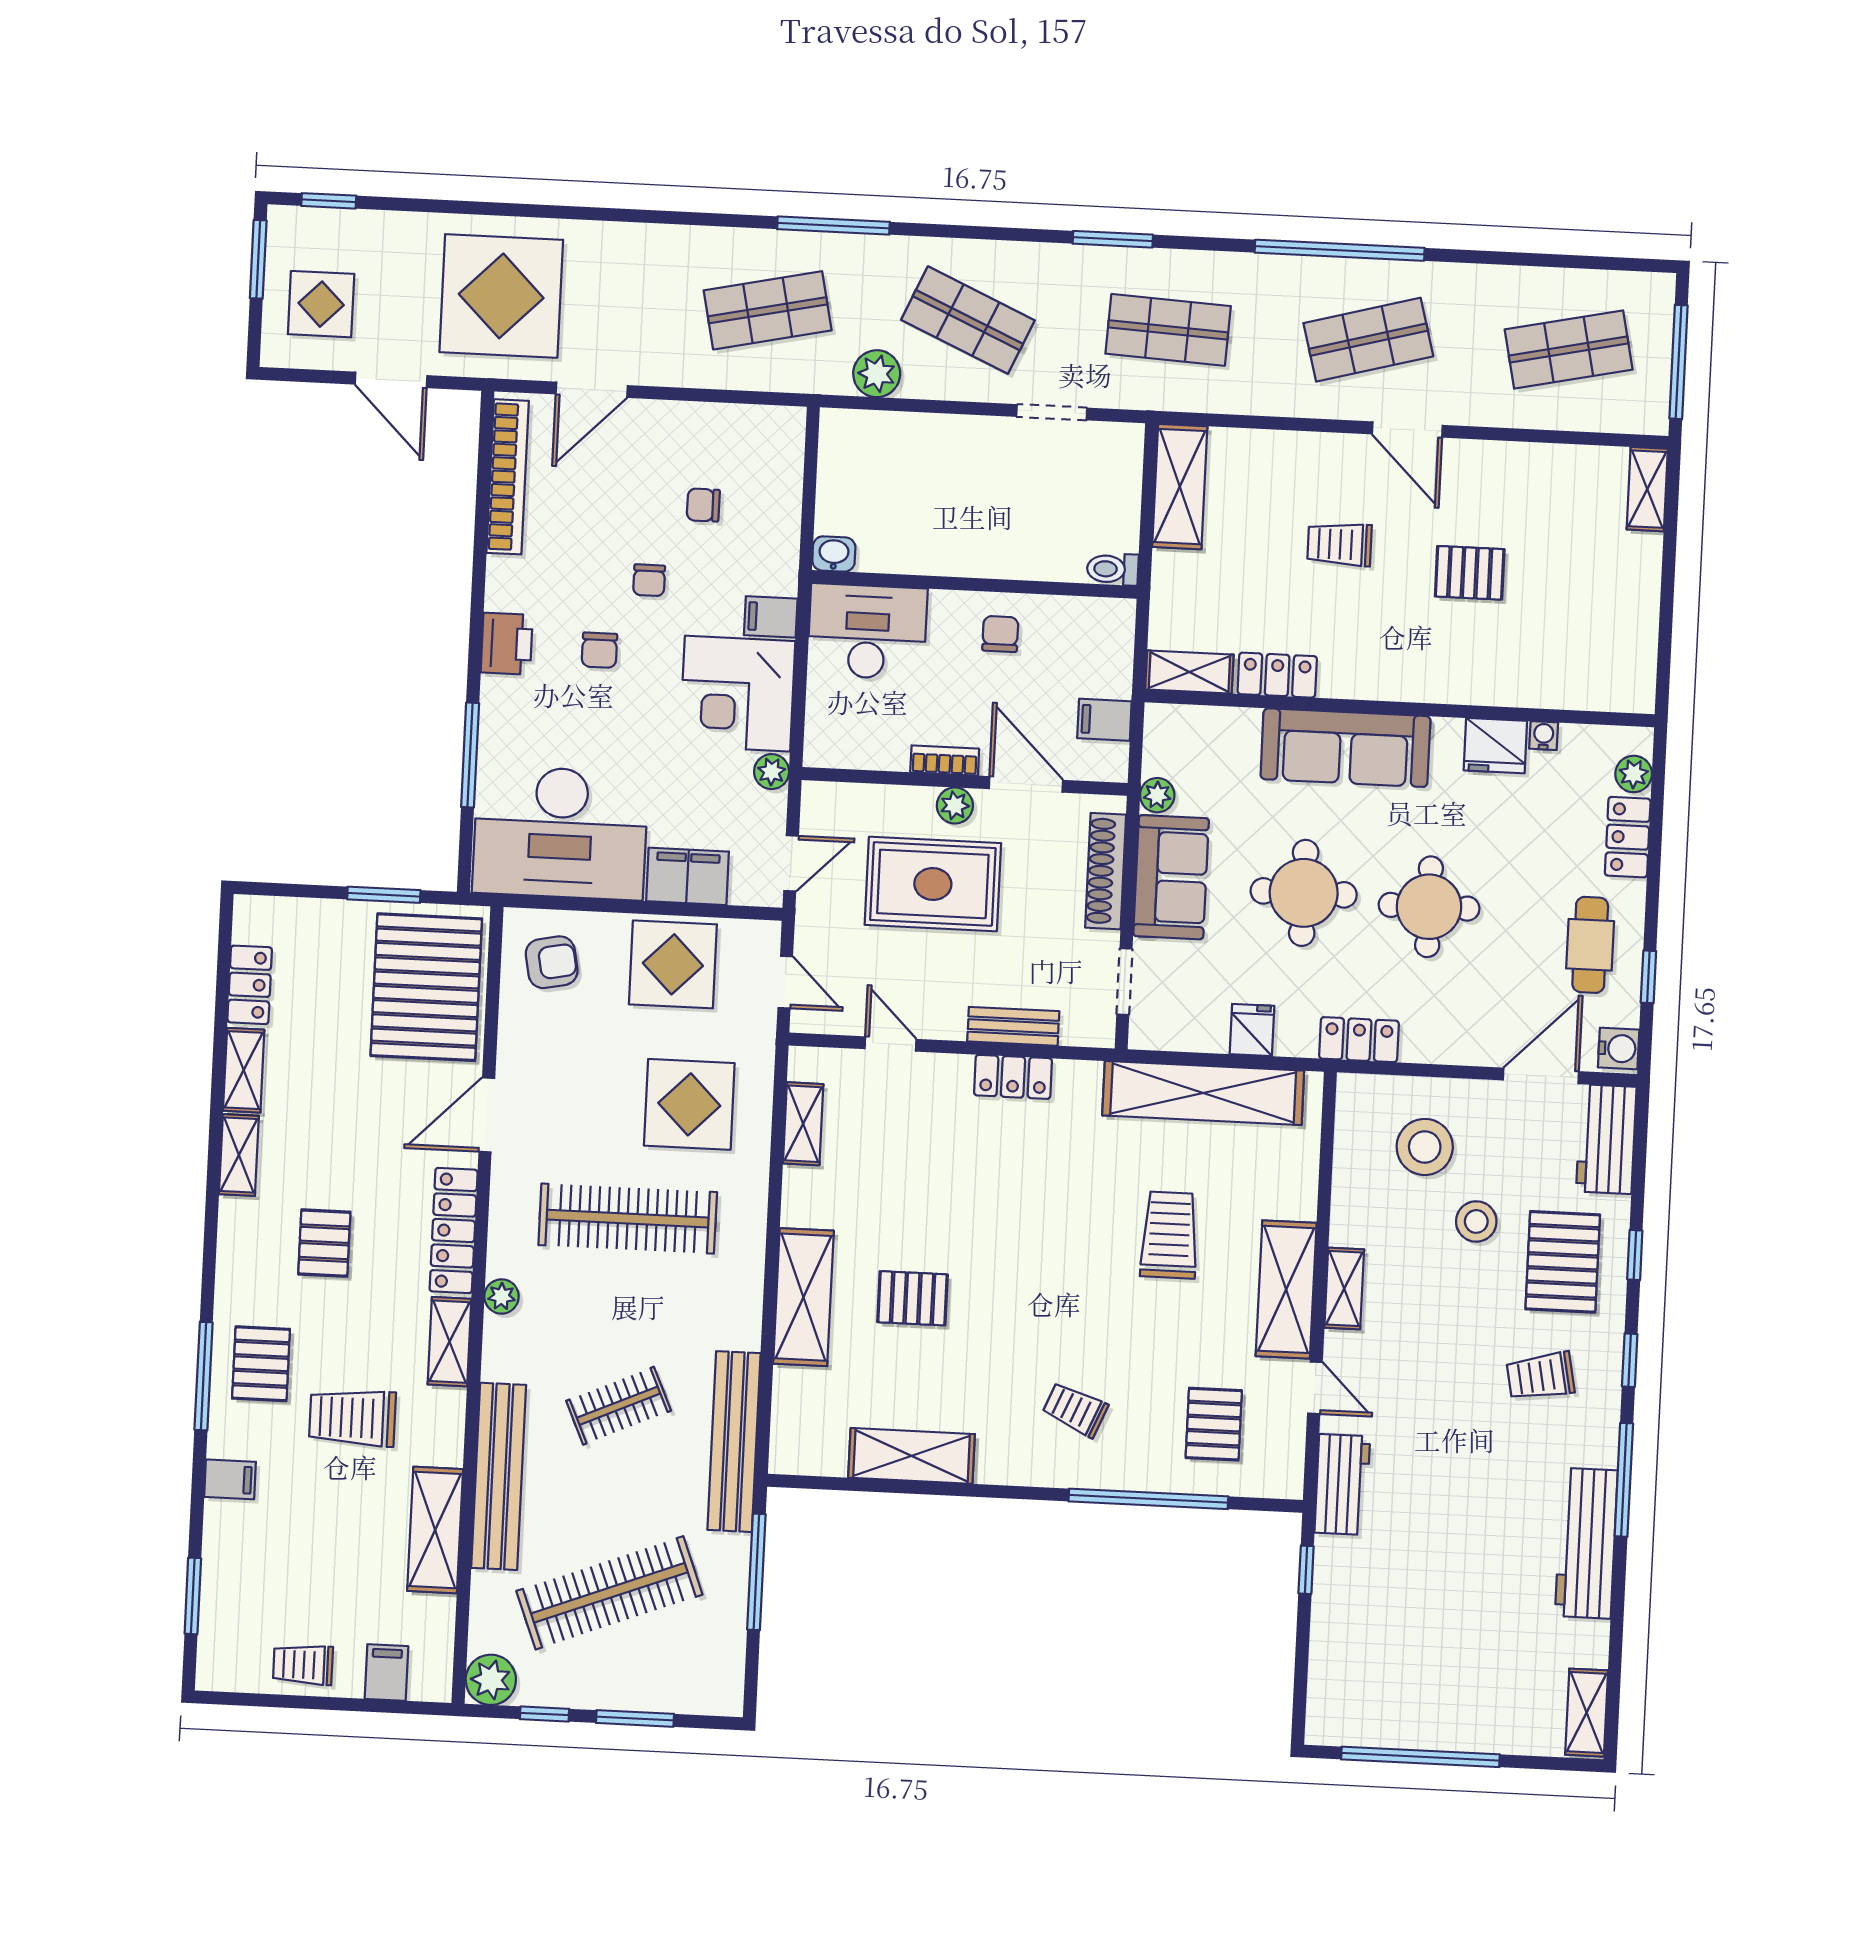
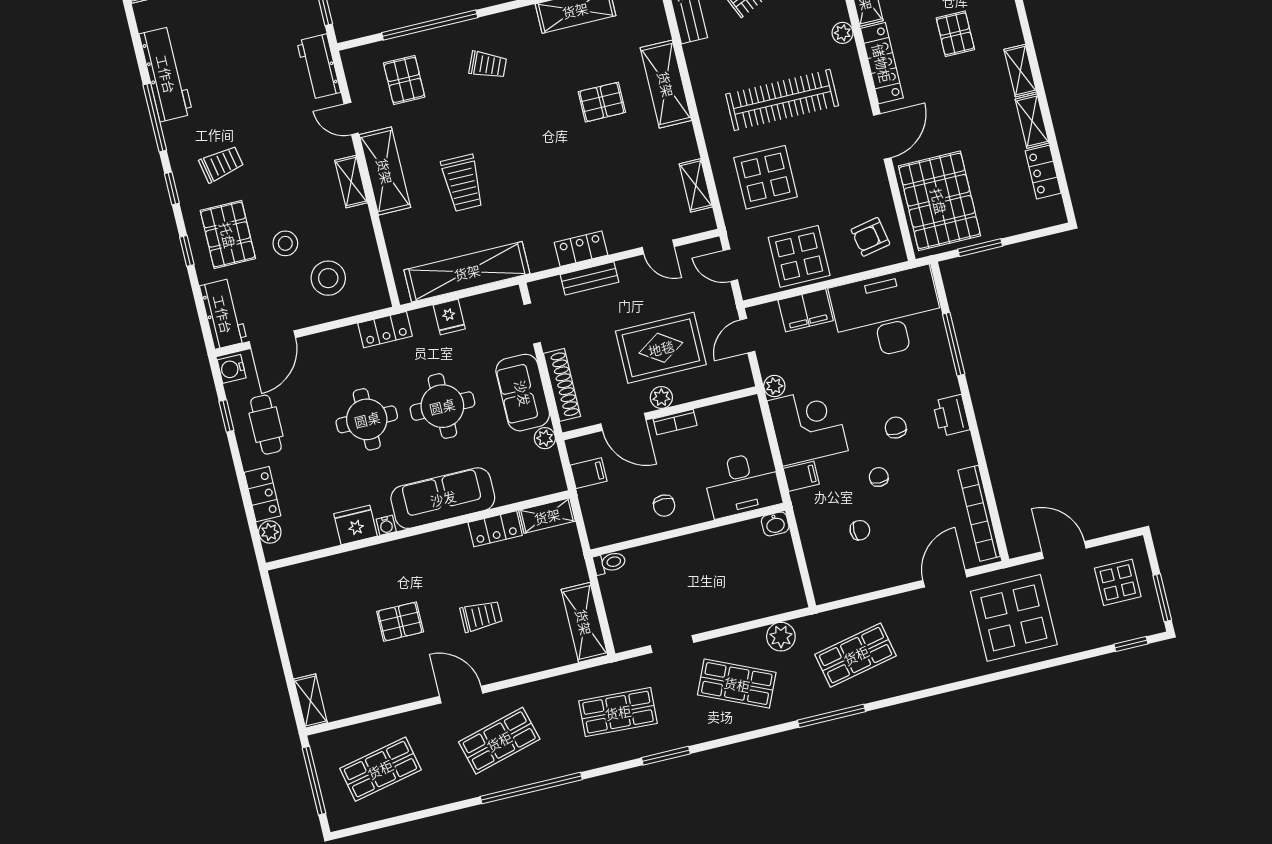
water cooler: (1544, 736) -> (386, 525), moved

